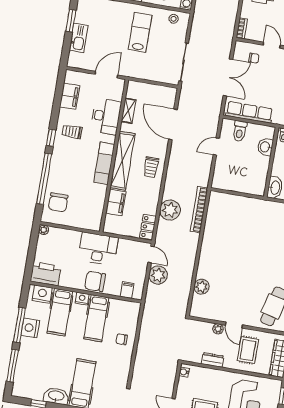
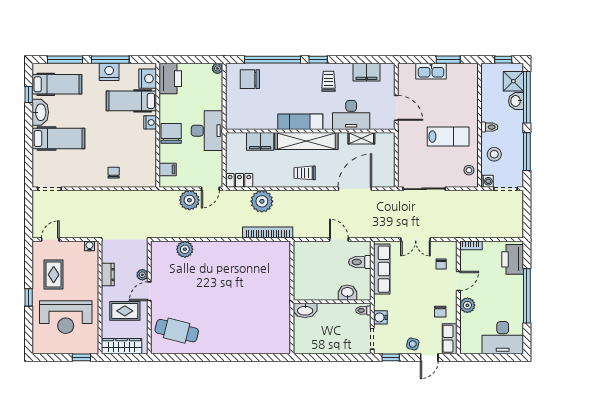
double door: (228, 77) -> (416, 240), width x0.73
hospital bed: (96, 318) -> (57, 84), moved, turned 180

